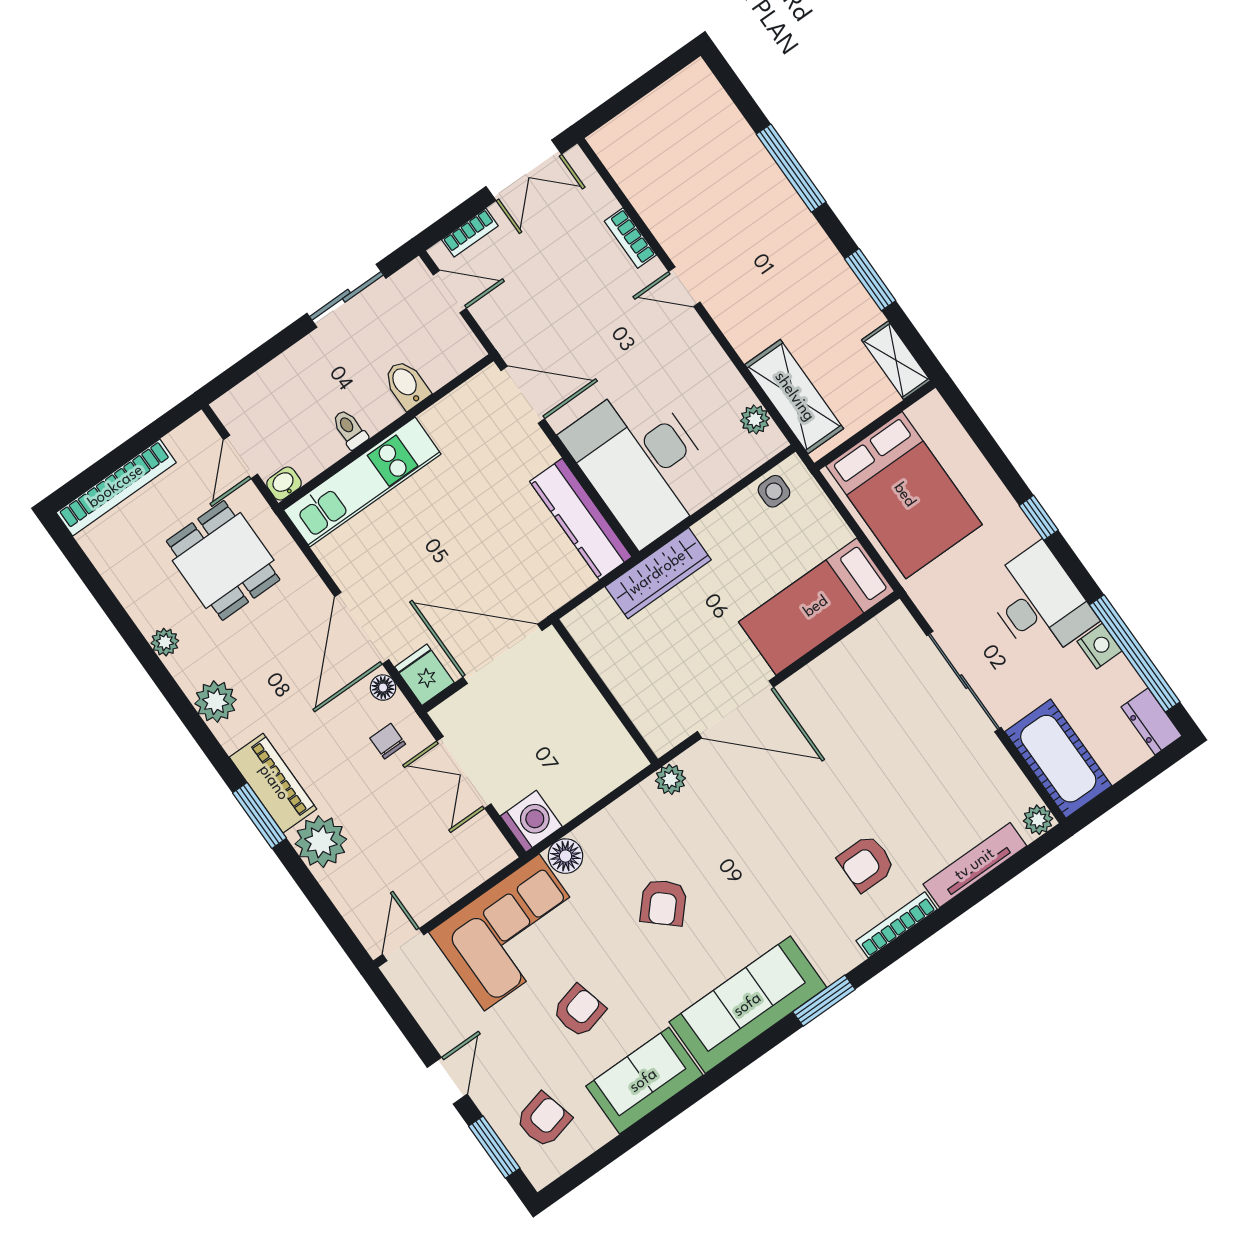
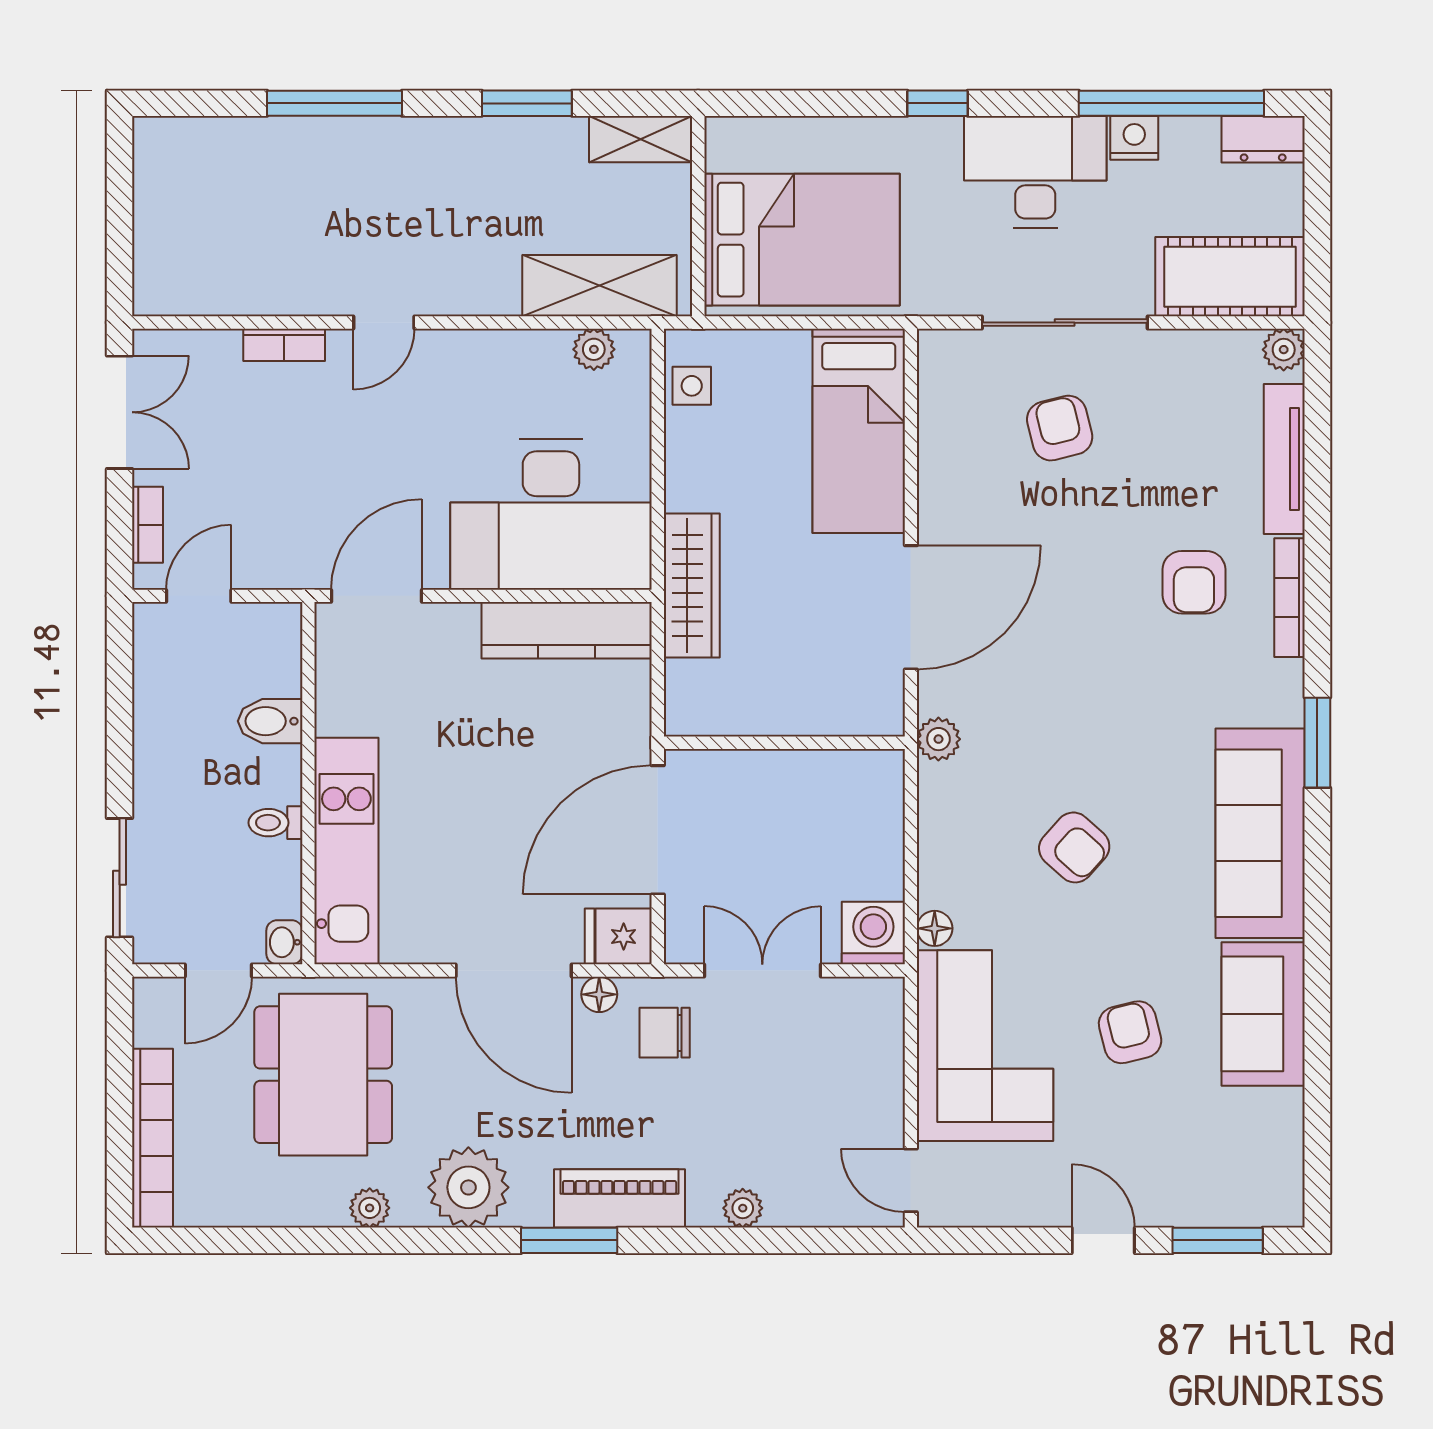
sliding door: (346, 296) -> (120, 878), moved
door: (241, 457) -> (218, 971), hinge flipped
dining table: (223, 560) -> (323, 1075), width x1.38
plant: (216, 702) -> (468, 1187), width x1.36, depth x1.36
chair: (388, 741) -> (665, 1033), width x1.37, depth x1.37
double door: (464, 772) -> (762, 971), swing flipped
window: (260, 816) -> (569, 1240), moved
plant: (321, 842) -> (743, 1208), width x0.53, depth x0.53
floor lamp: (566, 856) -> (935, 928), width x0.73, depth x0.73
armchair: (544, 1120) -> (1060, 428), moved

